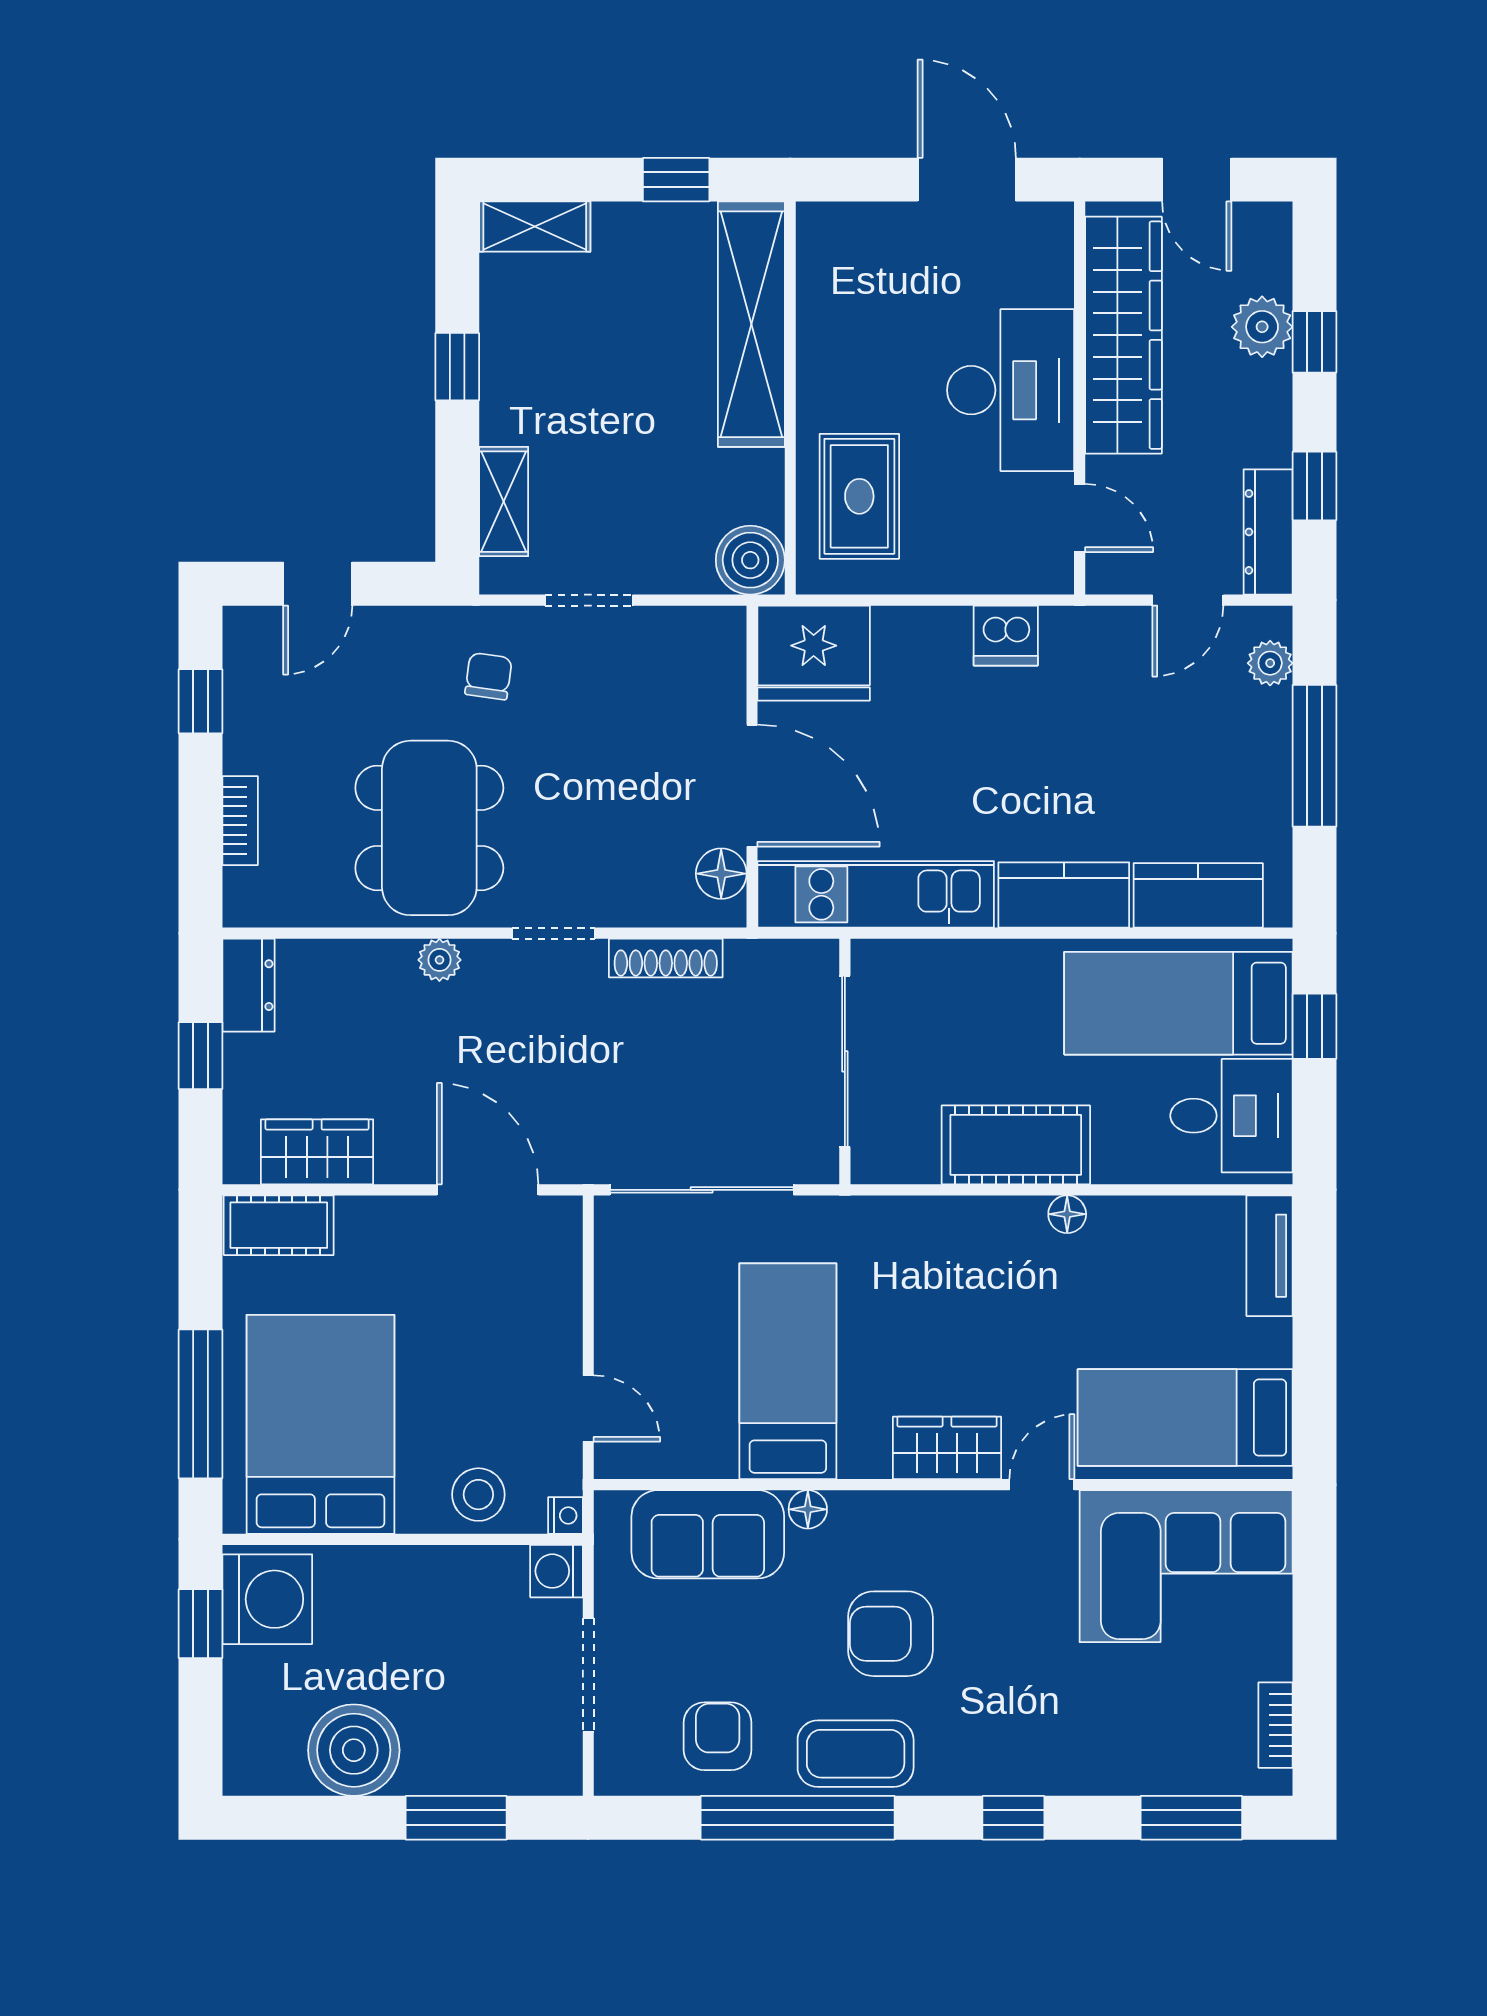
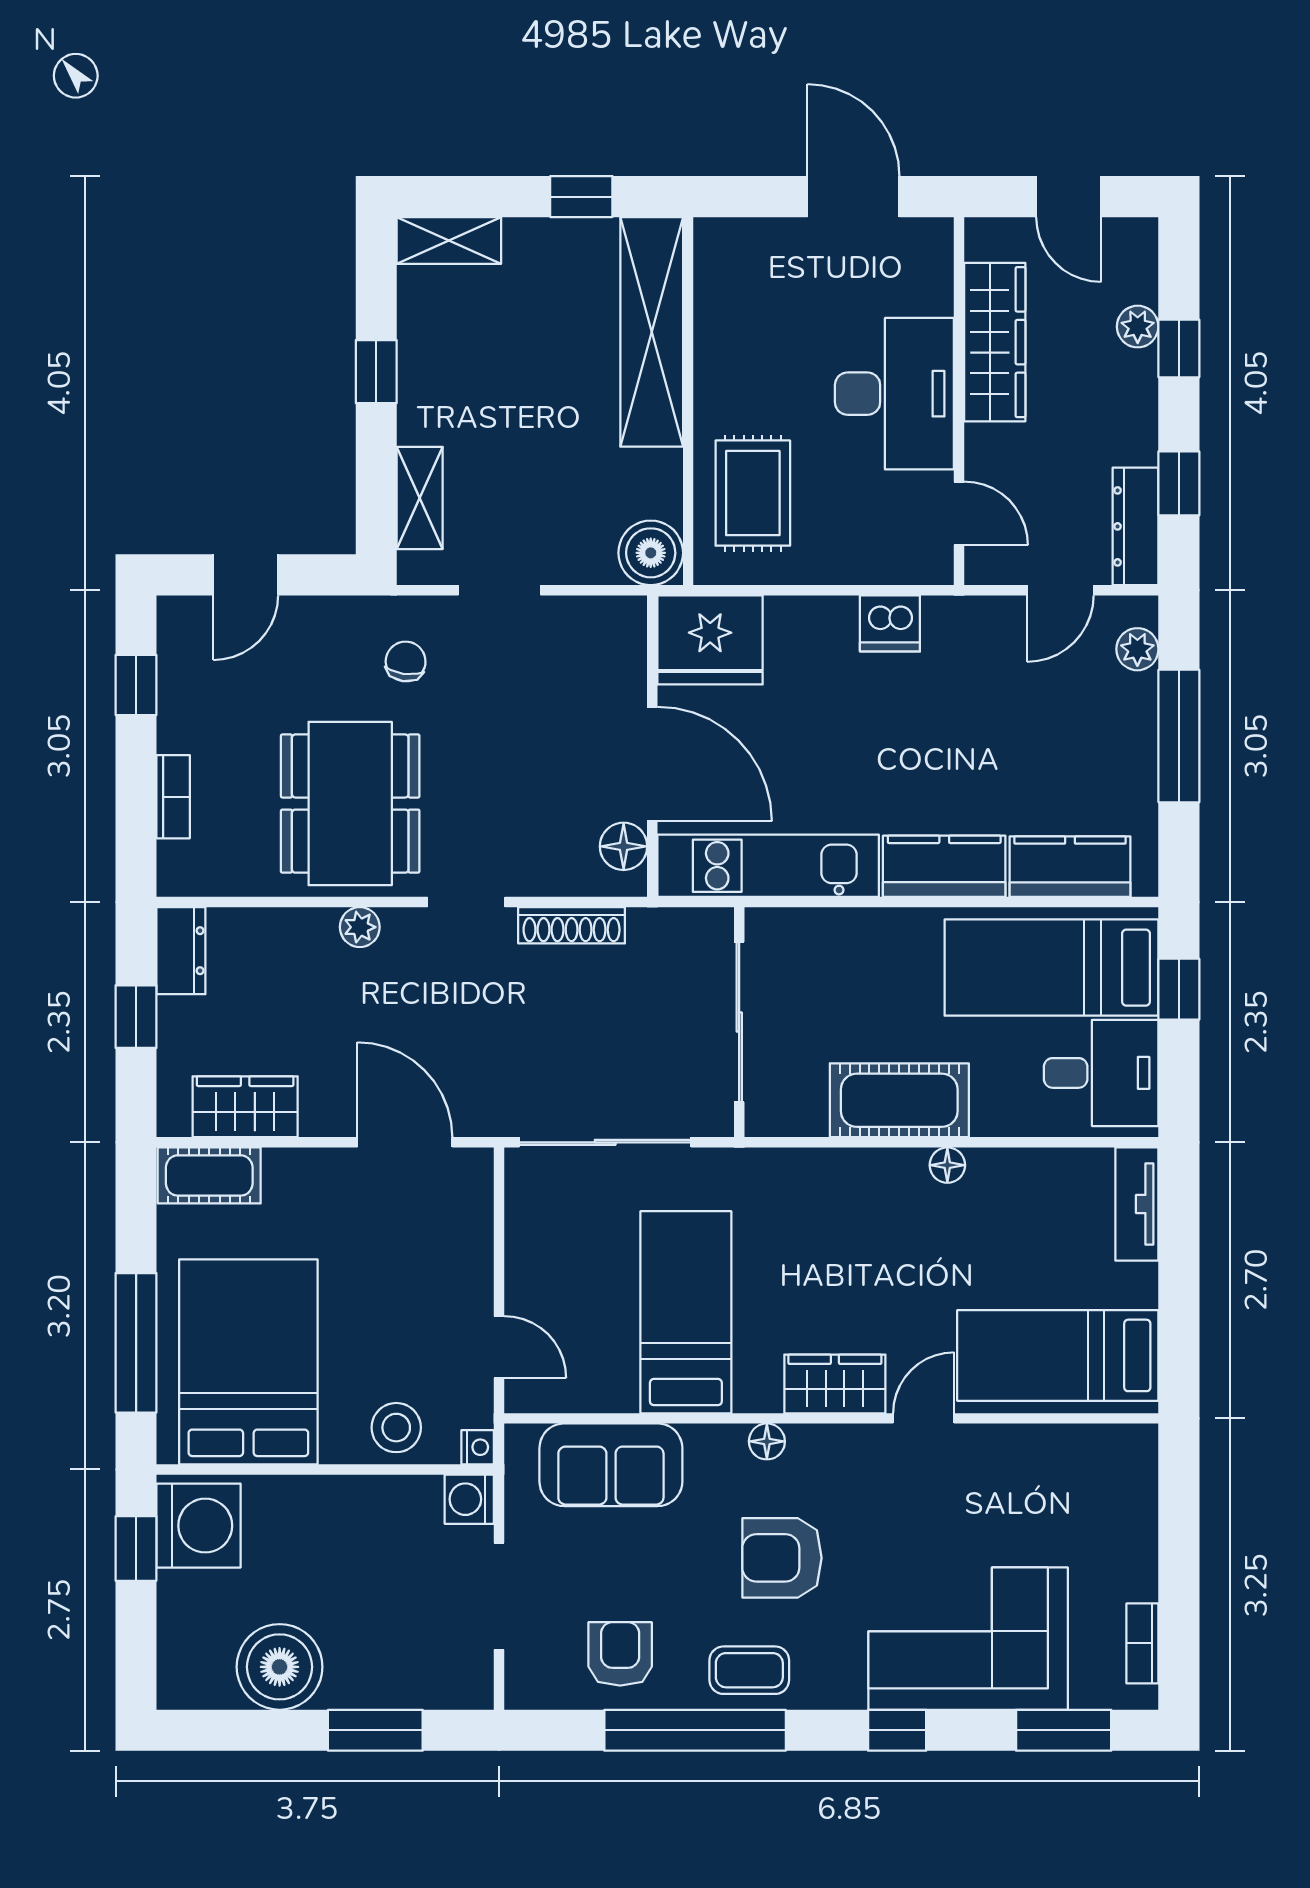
plant: (1262, 327) -> (1138, 327), width x0.73, depth x0.73
wardrobe: (1123, 335) -> (995, 342), width x0.71, depth x0.85
floor lamp: (808, 1509) -> (767, 1441), moved
corner sofa: (1186, 1566) -> (968, 1639), moved, turned 180
coffee table: (856, 1754) -> (749, 1670), width x0.73, depth x0.77

